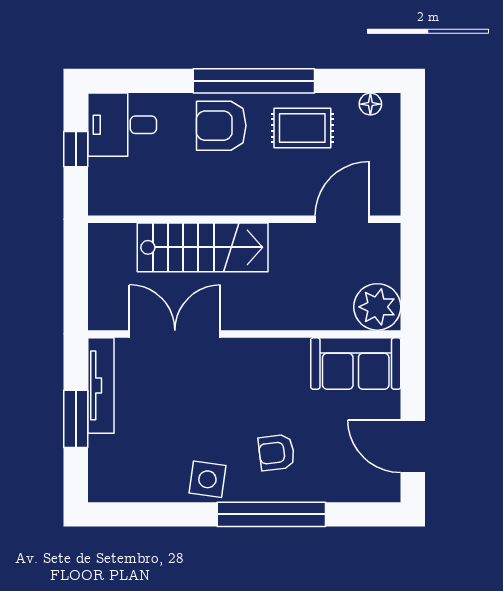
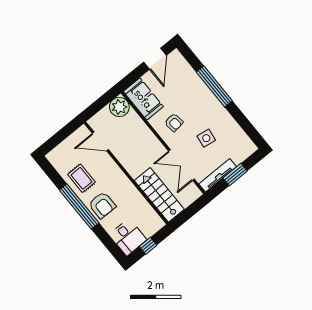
floor lamp: (370, 104) -> (56, 163), removed
stairs: (203, 247) -> (159, 195), moved
armchair: (276, 452) -> (174, 122), moved
side table: (207, 479) -> (206, 138), moved

